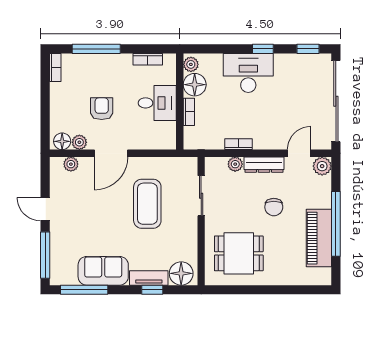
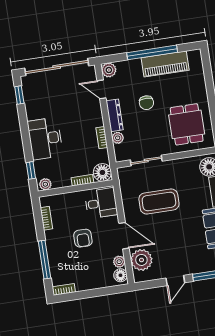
window: (263, 49) -> (31, 170), moved
floor lamp: (195, 85) -> (102, 172), moved
desk: (157, 103) -> (101, 203), moved, turned 90
armchair: (102, 109) -> (83, 238), moved, turned -90
plant: (71, 164) -> (141, 260), width x1.88, depth x1.88
chair: (274, 207) -> (146, 103), turned 90

